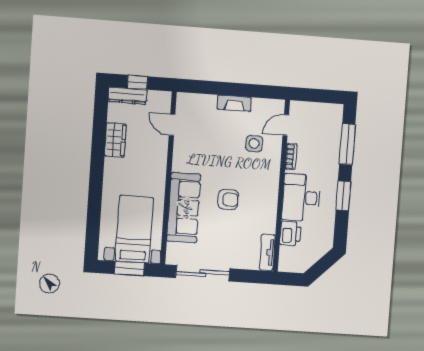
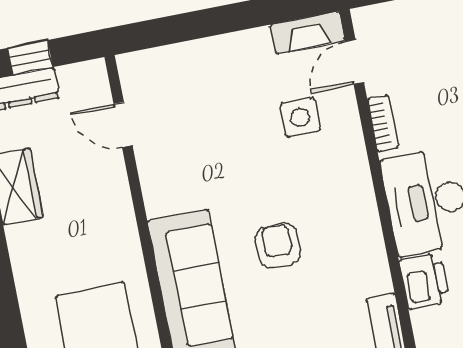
fireplace: (234, 103) -> (307, 33), moved
armchair: (228, 200) -> (278, 246), turned -90

